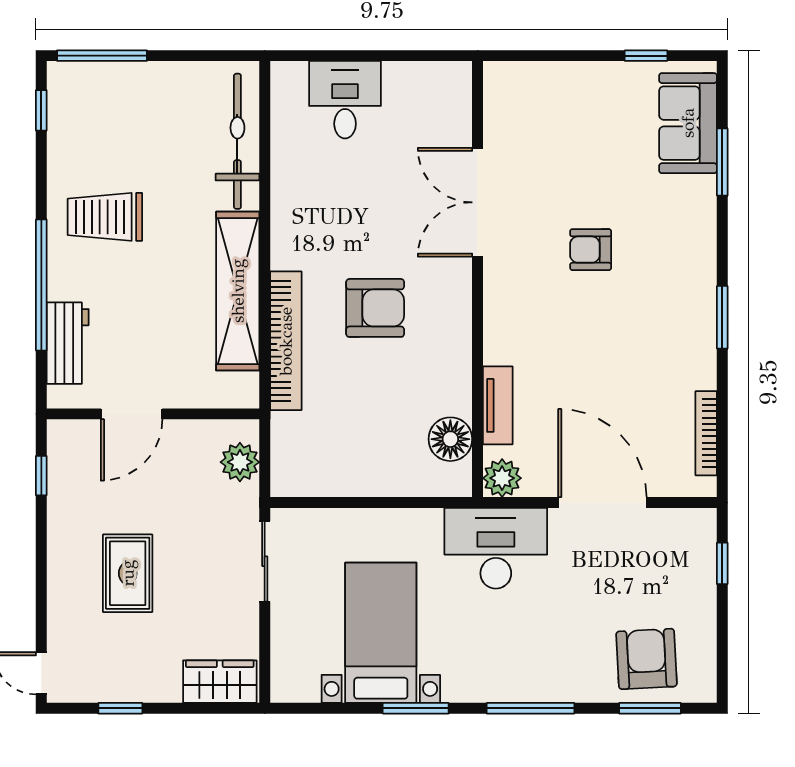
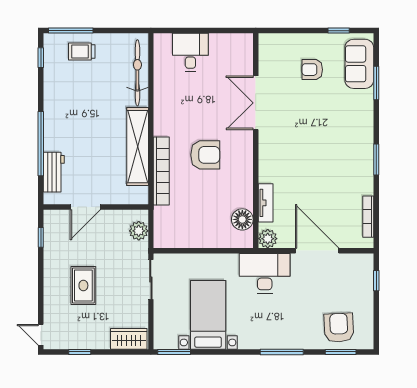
trolley: (105, 217) -> (82, 52), moved, width x0.73, depth x0.72
armchair: (591, 250) -> (312, 70), moved
window: (416, 708) -> (174, 352), moved

